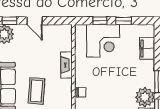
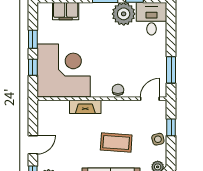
corner desk: (103, 41) -> (64, 70), width x1.36, depth x1.36

